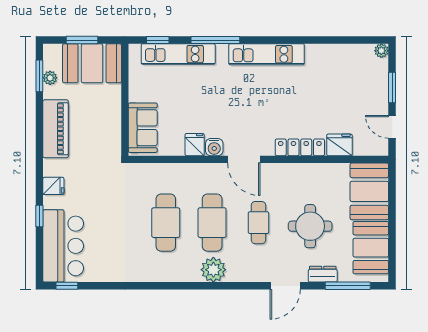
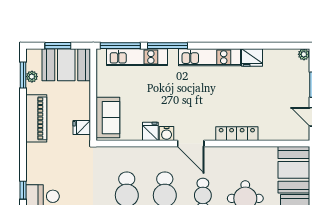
window: (158, 40) -> (120, 46), width x2.17
fridge: (339, 145) -> (252, 57), moved, turned 180
fridge: (53, 186) -> (82, 127), moved, turned 180

